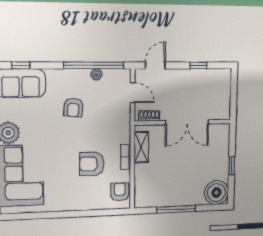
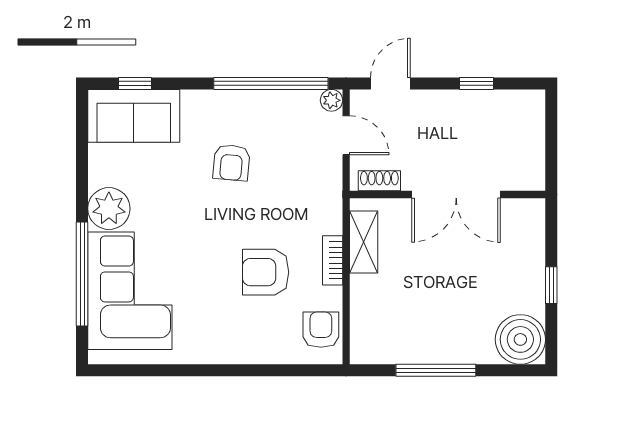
plant: (96, 74) -> (331, 100), moved

